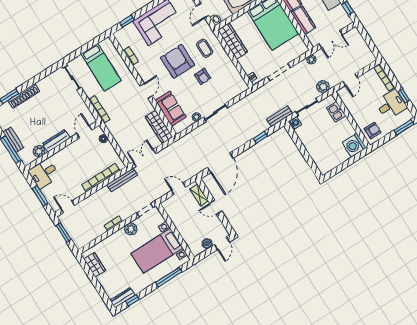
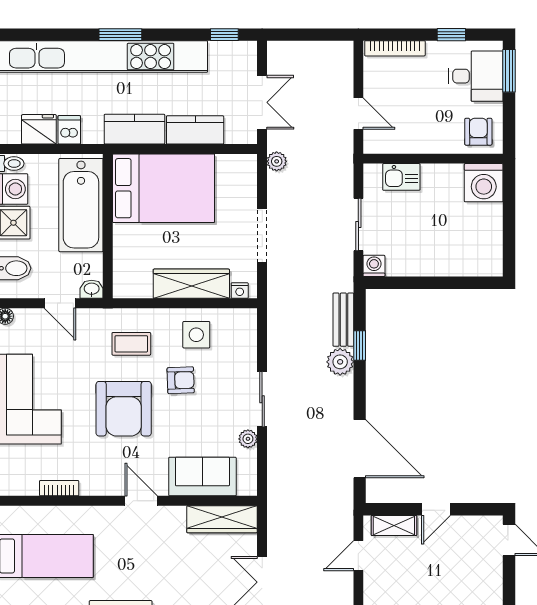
wardrobe: (233, 41) -> (191, 284), moved
armchair: (178, 61) -> (124, 409), turned -90
side table: (224, 71) -> (196, 335), added
plant: (323, 87) -> (340, 362), moved
desk: (391, 105) -> (476, 76), moved, turned 90
bench: (279, 116) -> (343, 320), moved
boiler: (207, 243) -> (492, 567), removed

